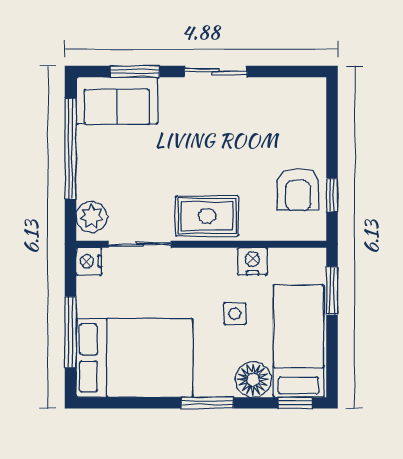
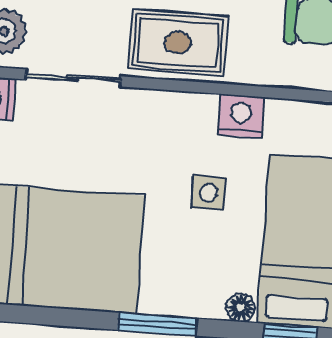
floor lamp: (253, 380) -> (241, 308), width x0.53, depth x0.53

